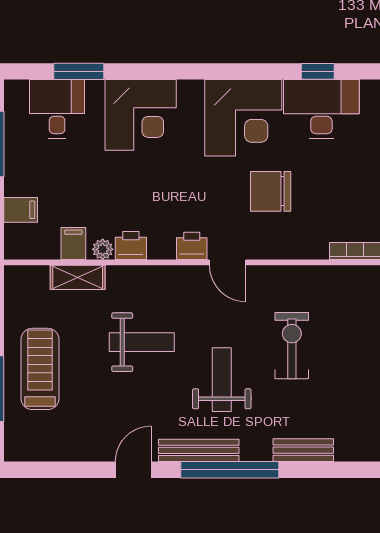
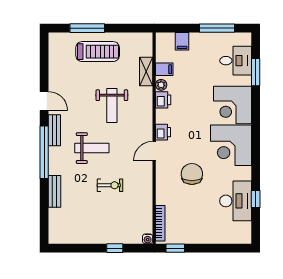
corner desk: (243, 118) -> (231, 145), moved
exercise bike: (292, 346) -> (110, 185), width x0.73, depth x0.72
bench: (199, 450) -> (54, 130), width x0.73

